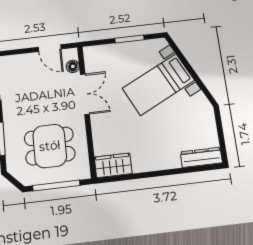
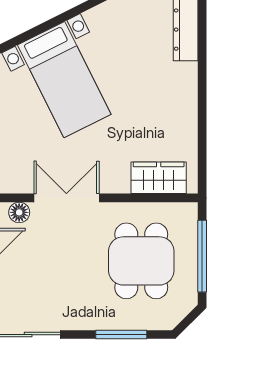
wardrobe: (113, 165) -> (159, 178), moved, turned 90

